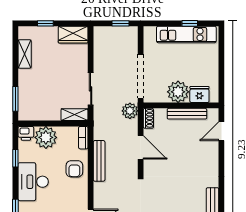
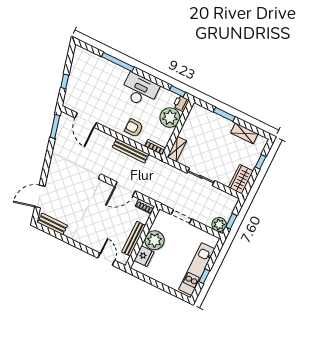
doorway: (141, 76) -> (181, 217), width x0.53
sliding door: (91, 89) -> (201, 177), moved
window: (15, 99) -> (224, 114), moved
plant: (130, 111) -> (219, 225), moved
window: (15, 158) -> (177, 91), moved

